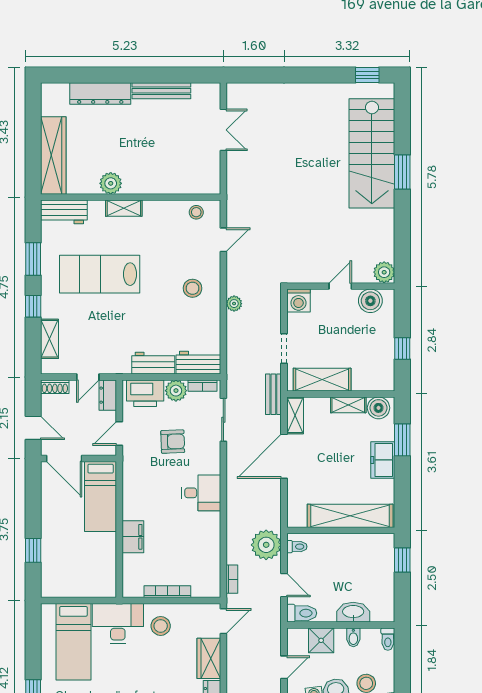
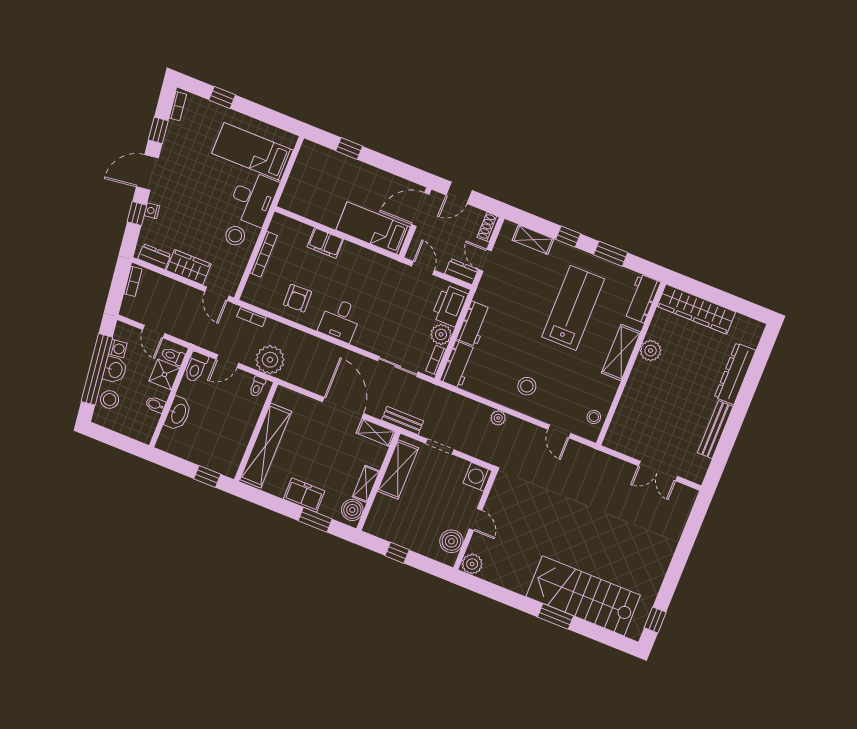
shelving: (124, 208) -> (621, 352), width x1.50, depth x1.33
armchair: (173, 442) -> (298, 298), moved
toilet: (388, 639) -> (173, 356), moved

